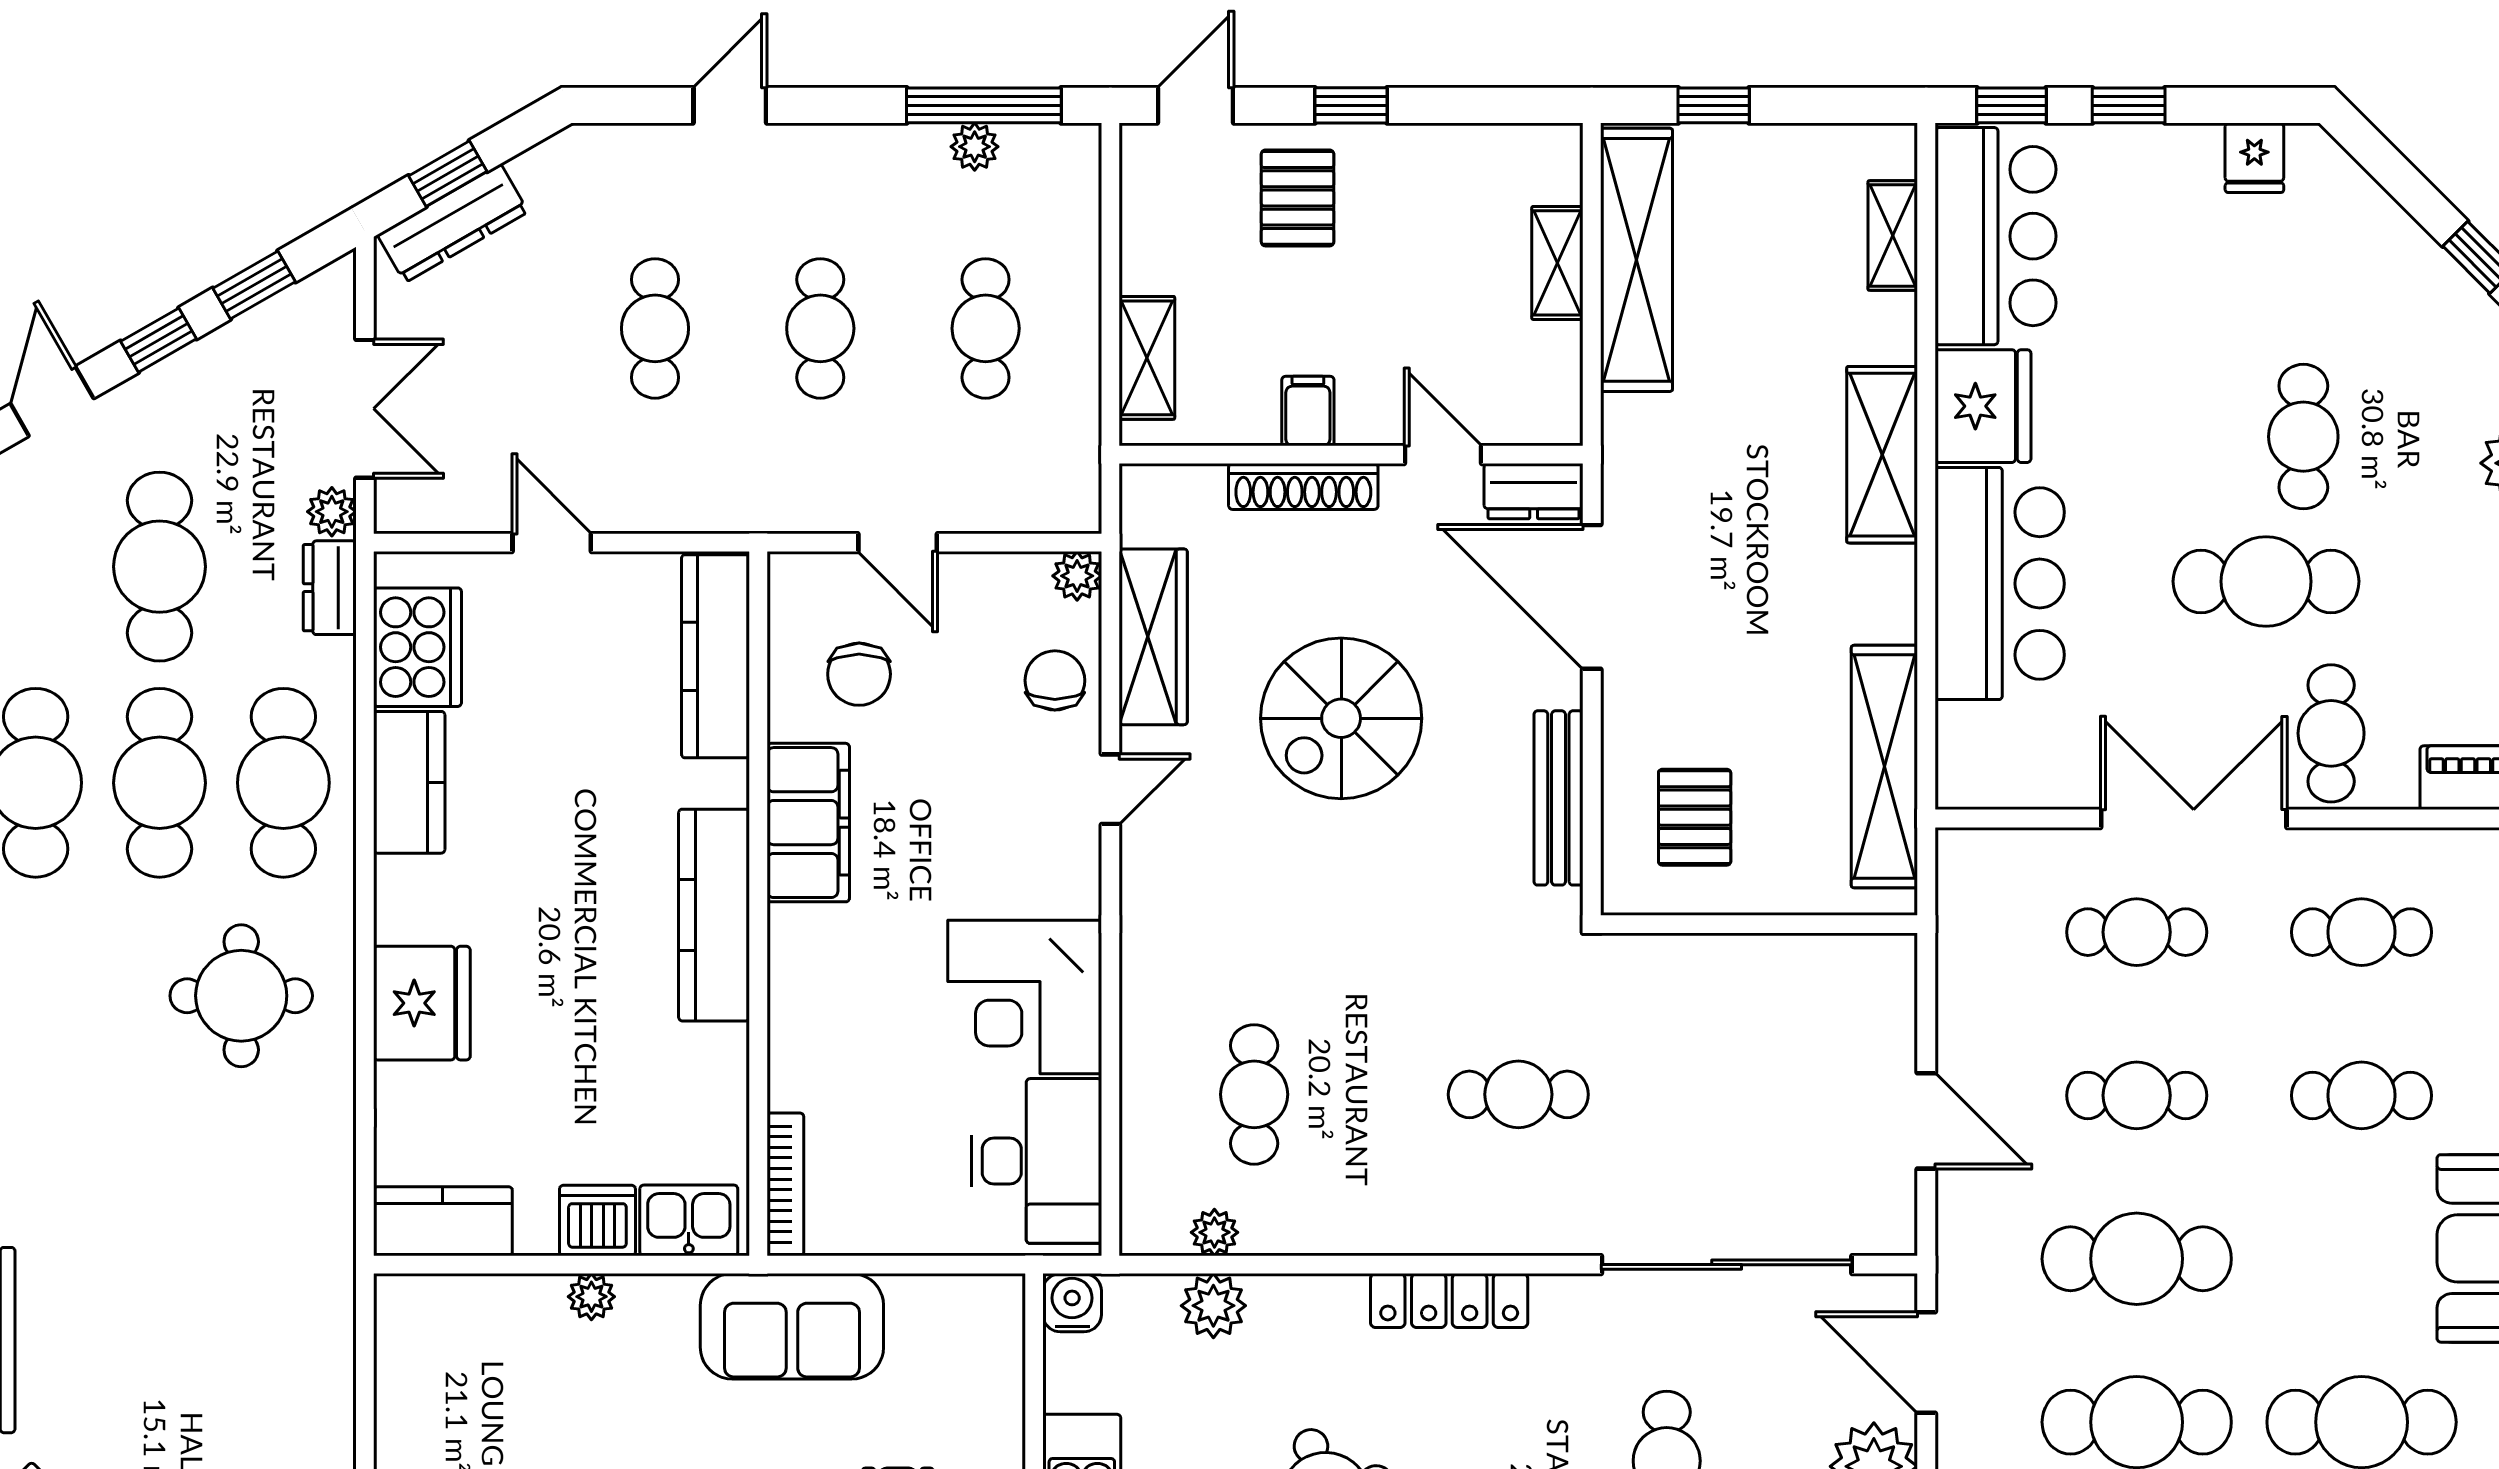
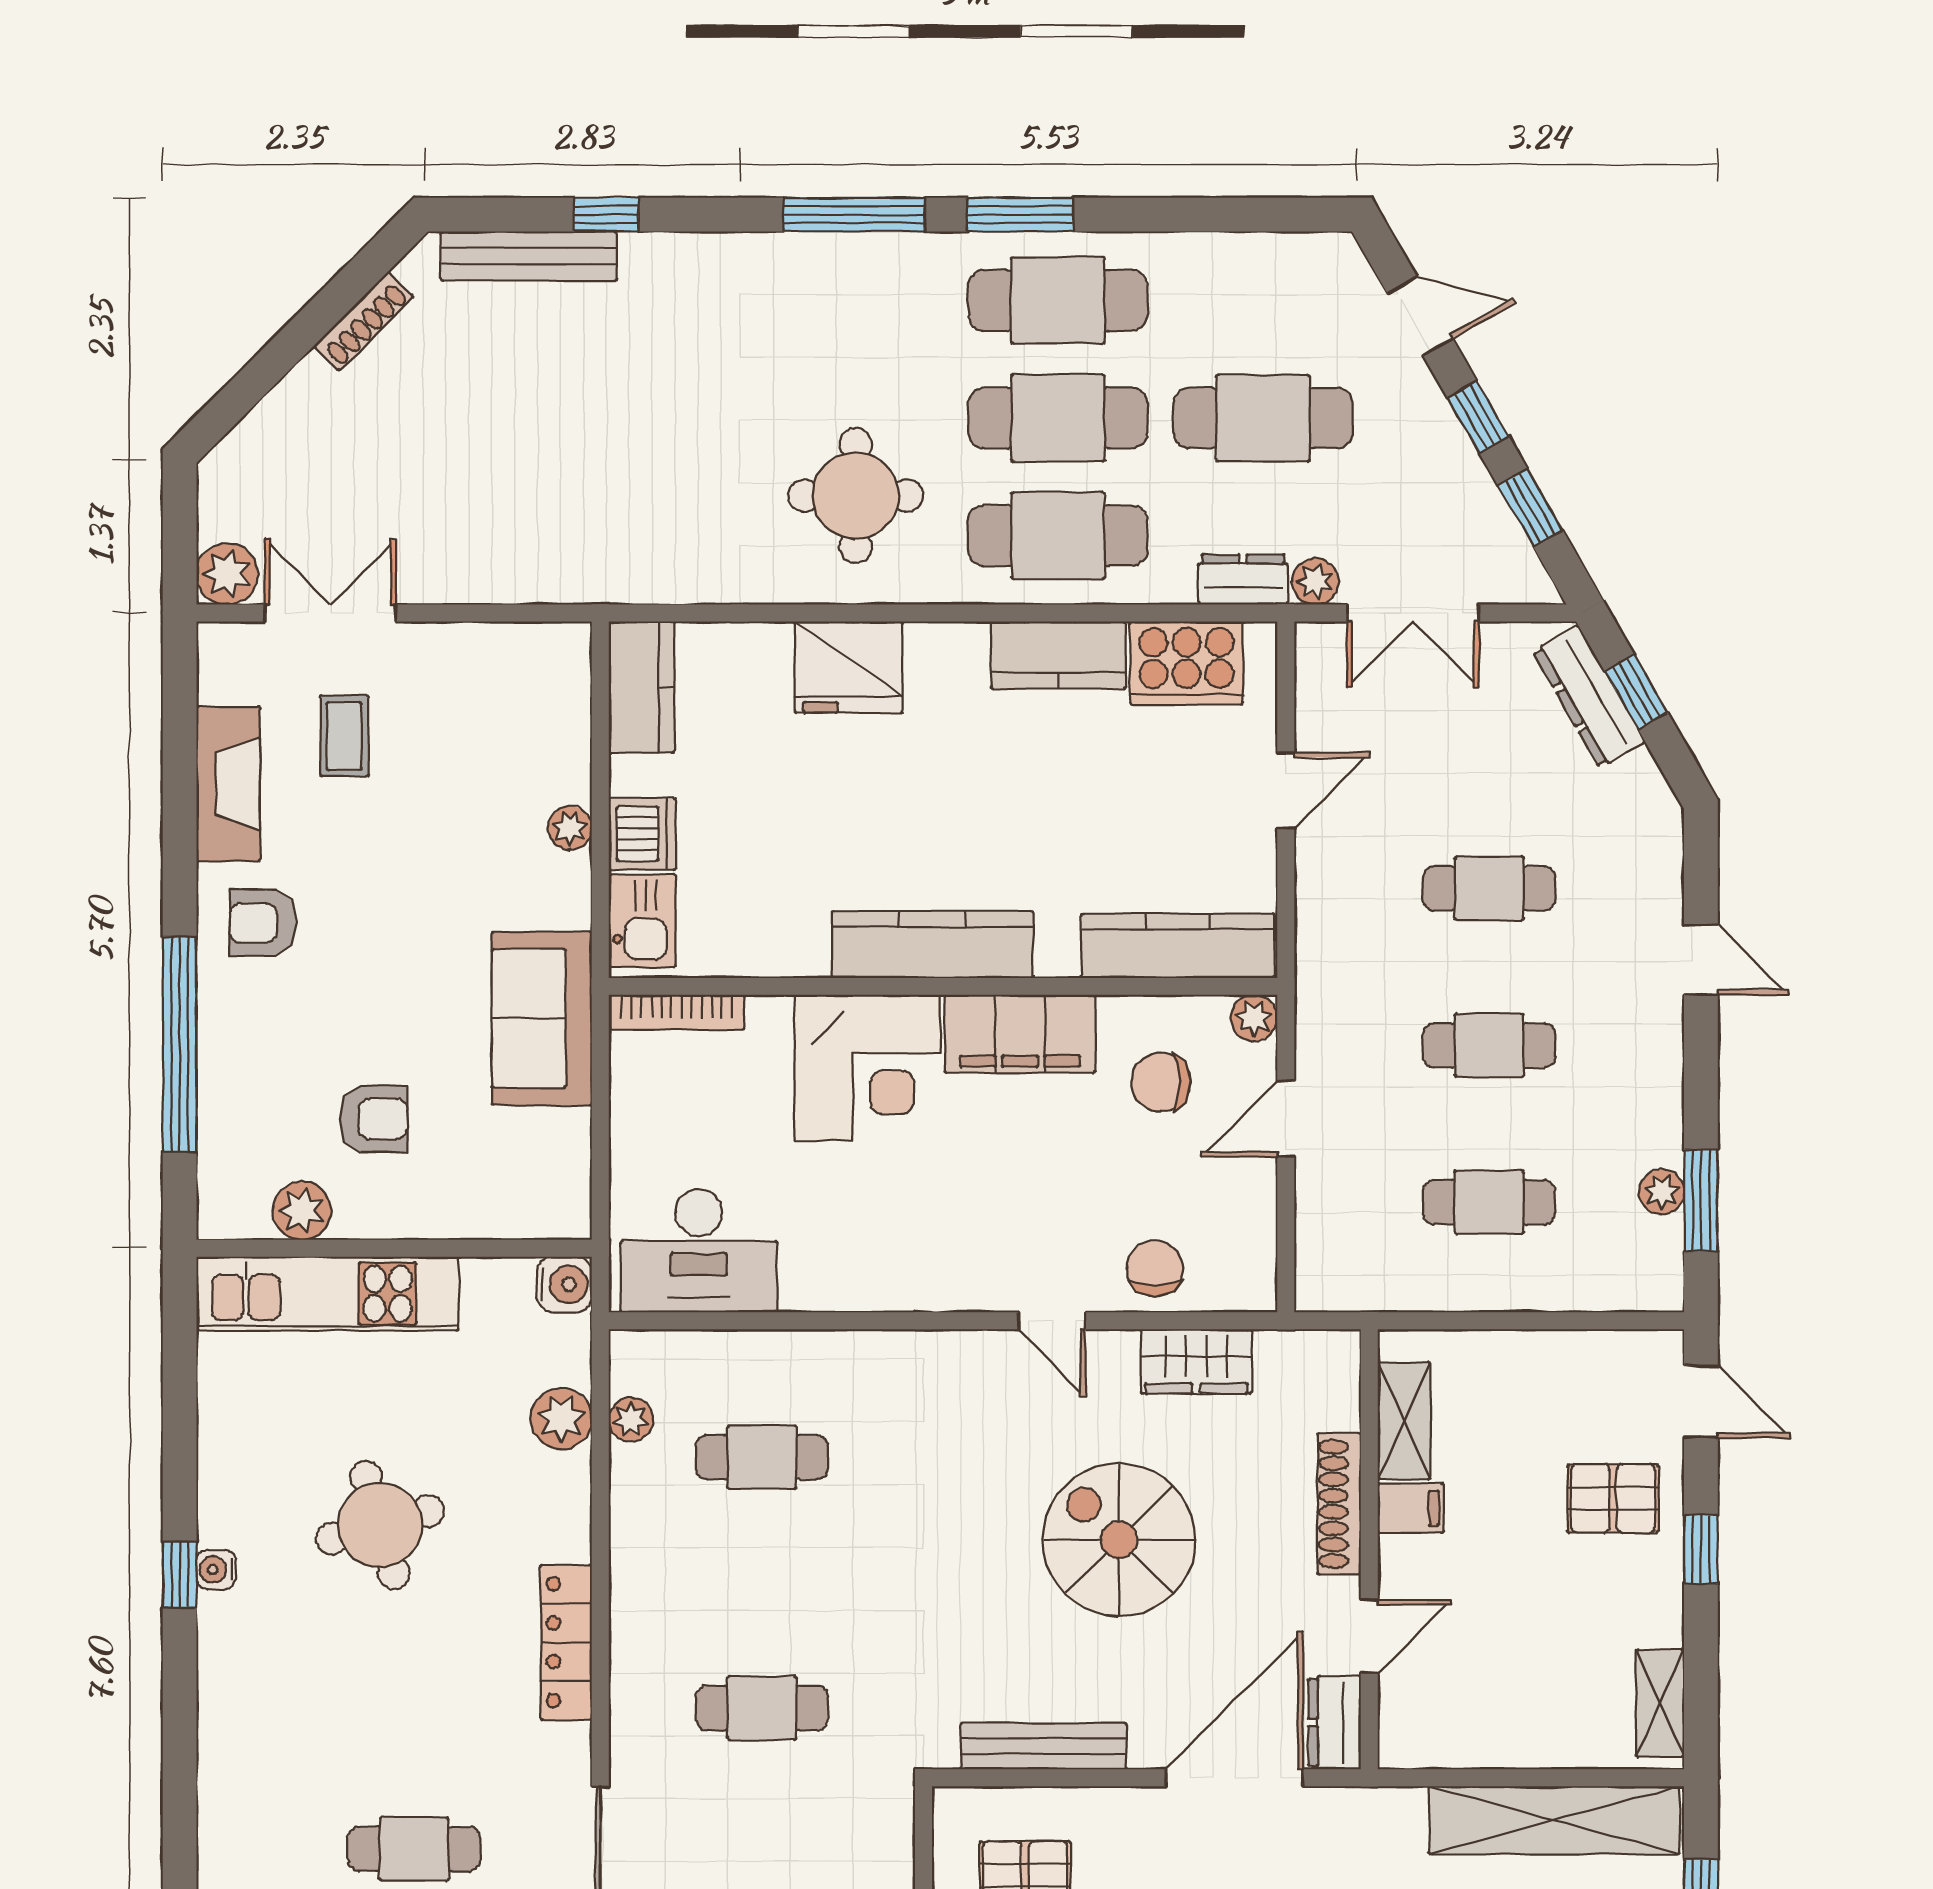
window: (984, 105) -> (1701, 1201), width x0.69
shelving: (1557, 263) -> (1660, 1703), moved, turned 90
shelving: (1147, 358) -> (1404, 1421), moved, turned 90
plant: (1077, 576) -> (1254, 1018), moved
wardrobe: (1153, 637) -> (1196, 1361), width x0.67
chair: (1055, 680) -> (1155, 1268), turned -90
corner desk: (1025, 997) -> (867, 1068), moved, turned 180
cafe table: (1518, 1094) -> (762, 1708), turned 90

